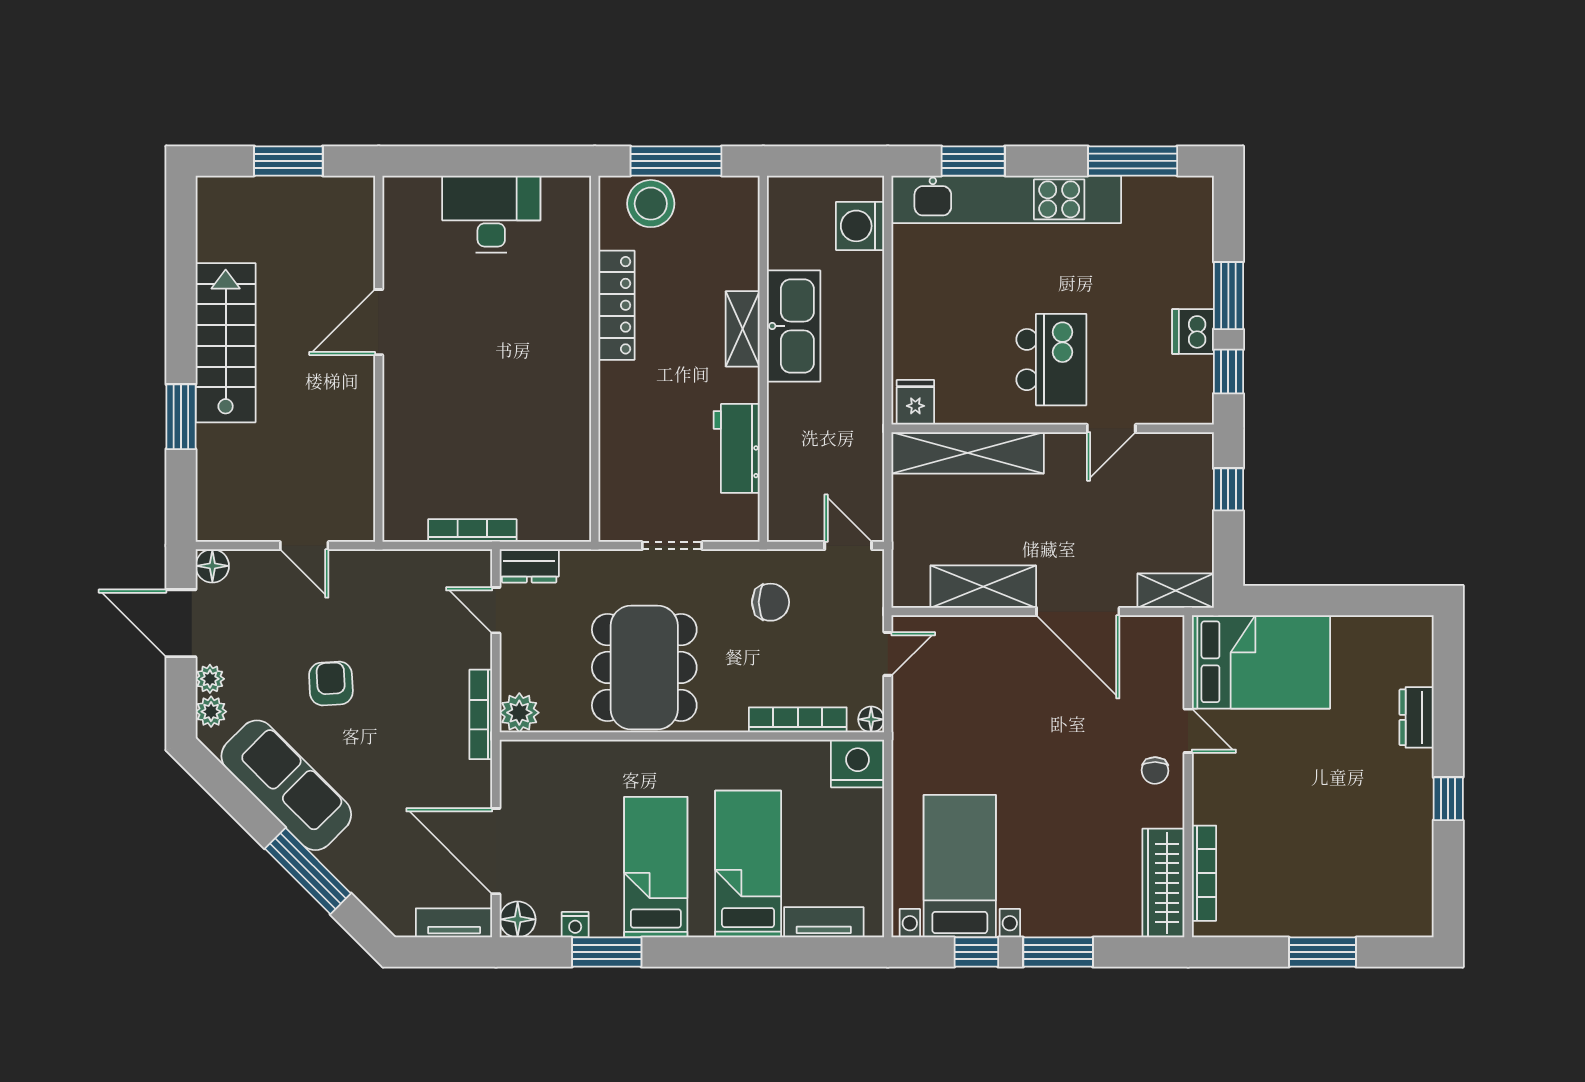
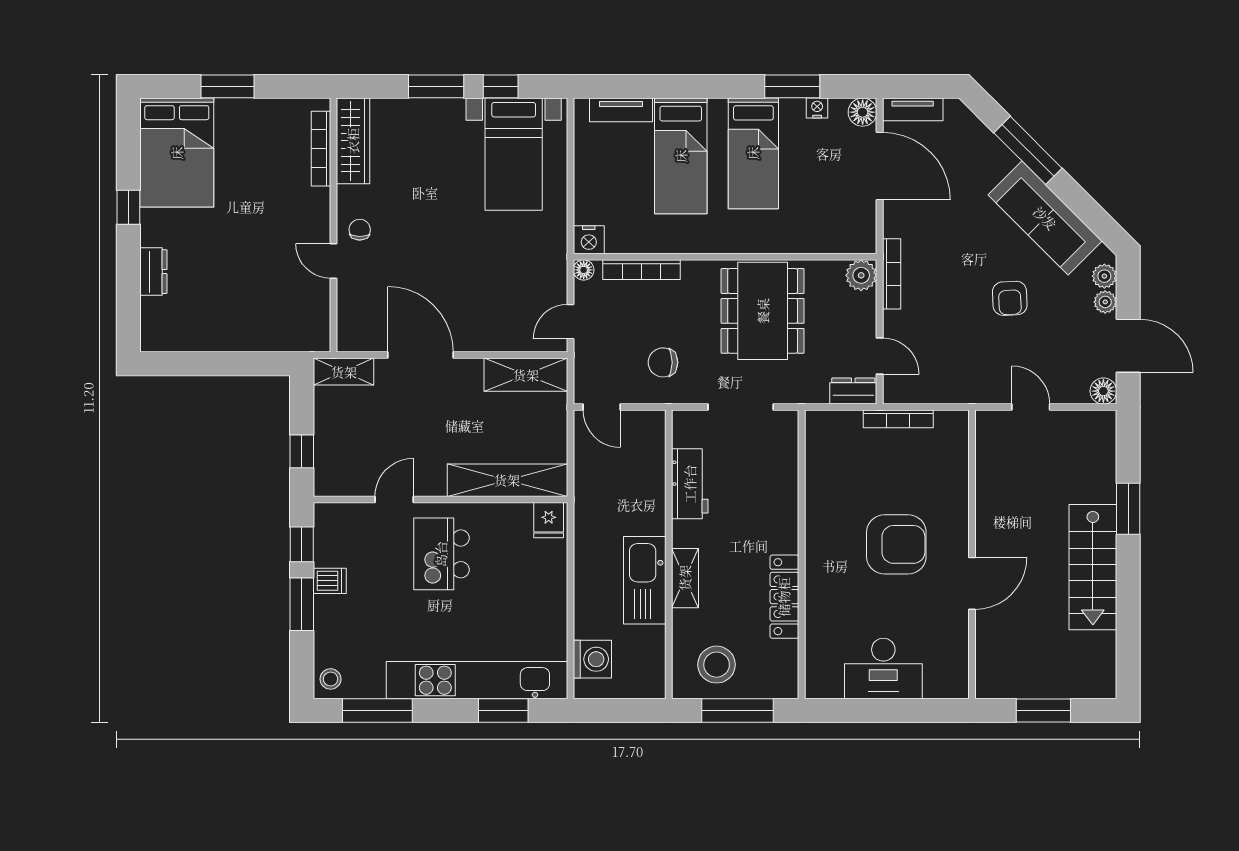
stool: (1192, 201) -> (331, 679), added
stool: (651, 204) -> (717, 665), moved
dishwasher: (1193, 331) -> (330, 581), width x0.73
armchair: (475, 371) -> (896, 544), added
doorway: (672, 546) -> (741, 407), width x1.38
shelving: (983, 587) -> (526, 375), moved
bed: (1261, 662) -> (177, 153), moved, turned -90
nightstand: (858, 764) -> (589, 240), width x0.74, depth x0.75

